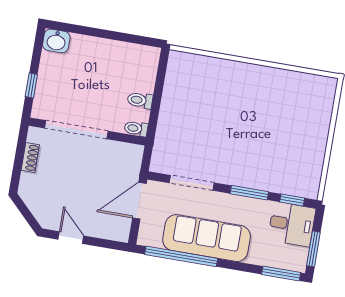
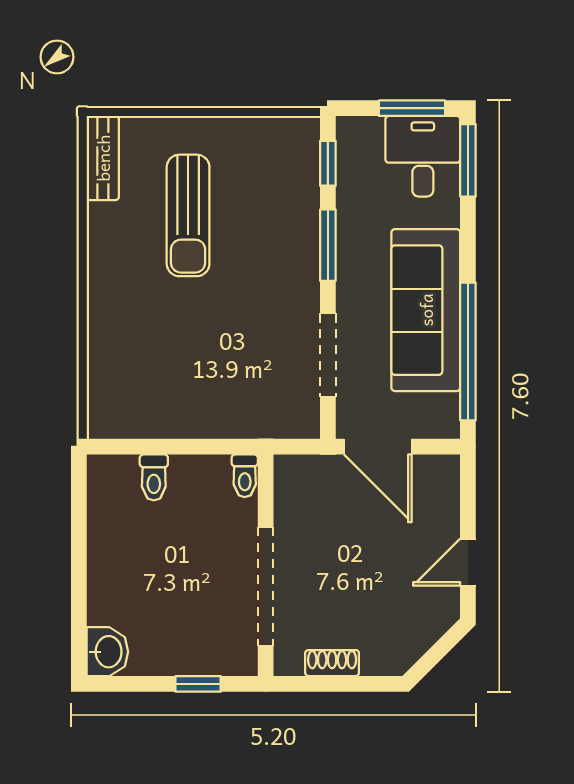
bench: (315, 83) -> (103, 158), added
toilet: (140, 100) -> (154, 477), moved
sun lounger: (277, 122) -> (188, 215), added
desk: (292, 224) -> (423, 156), moved

